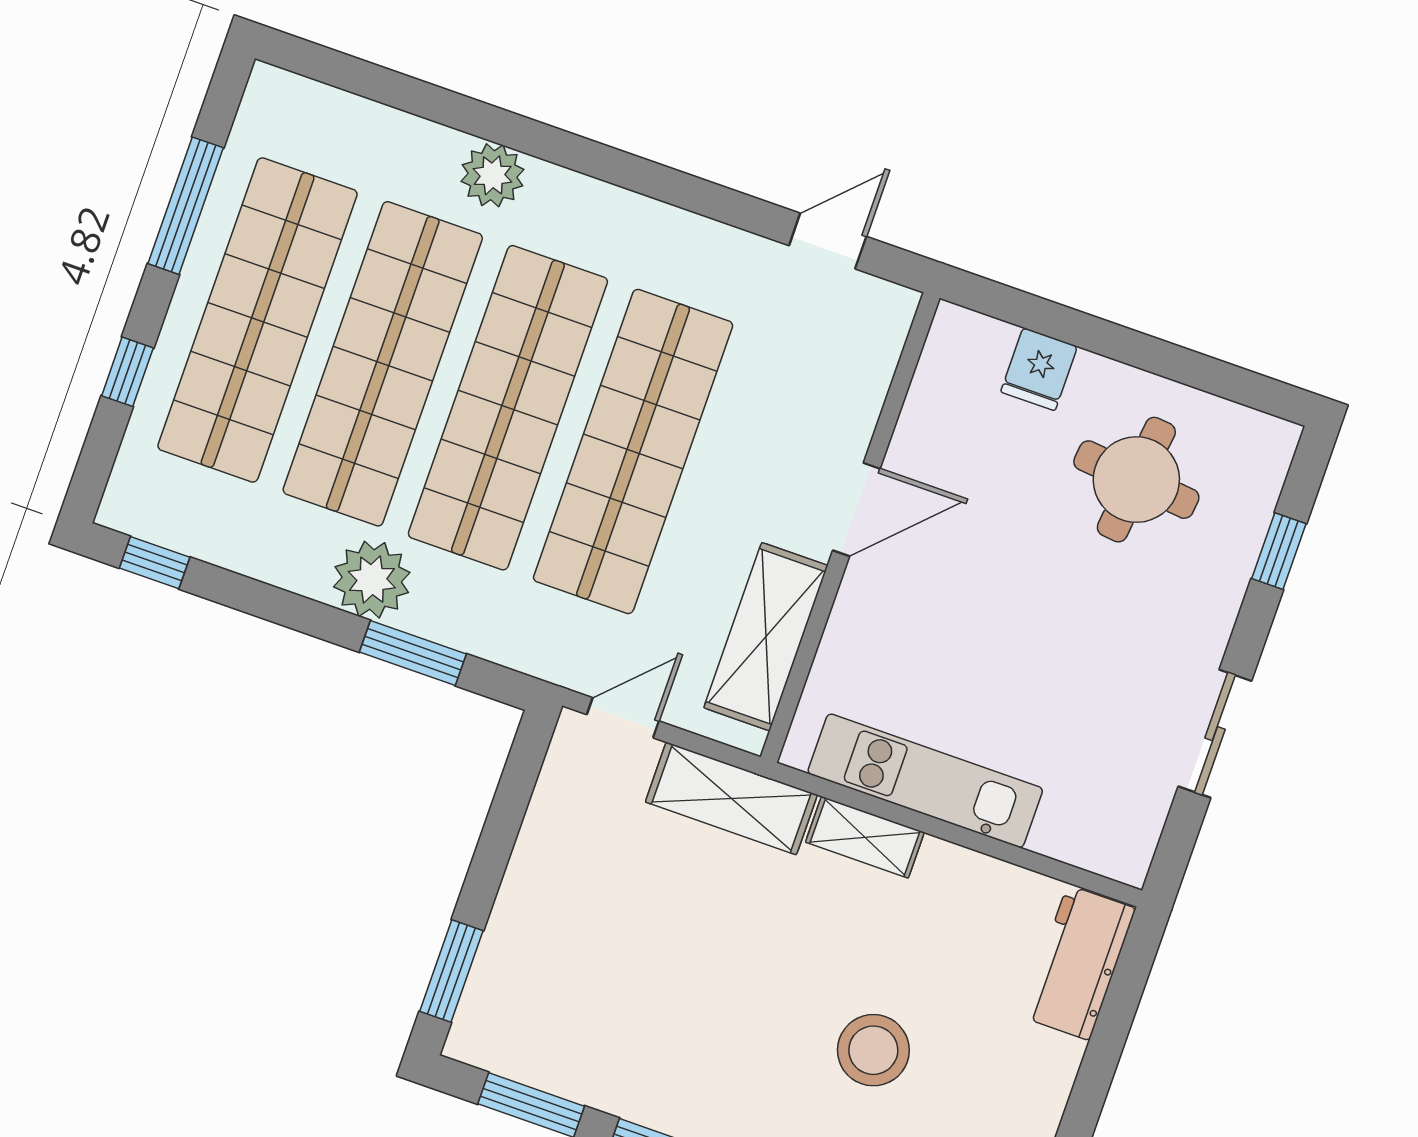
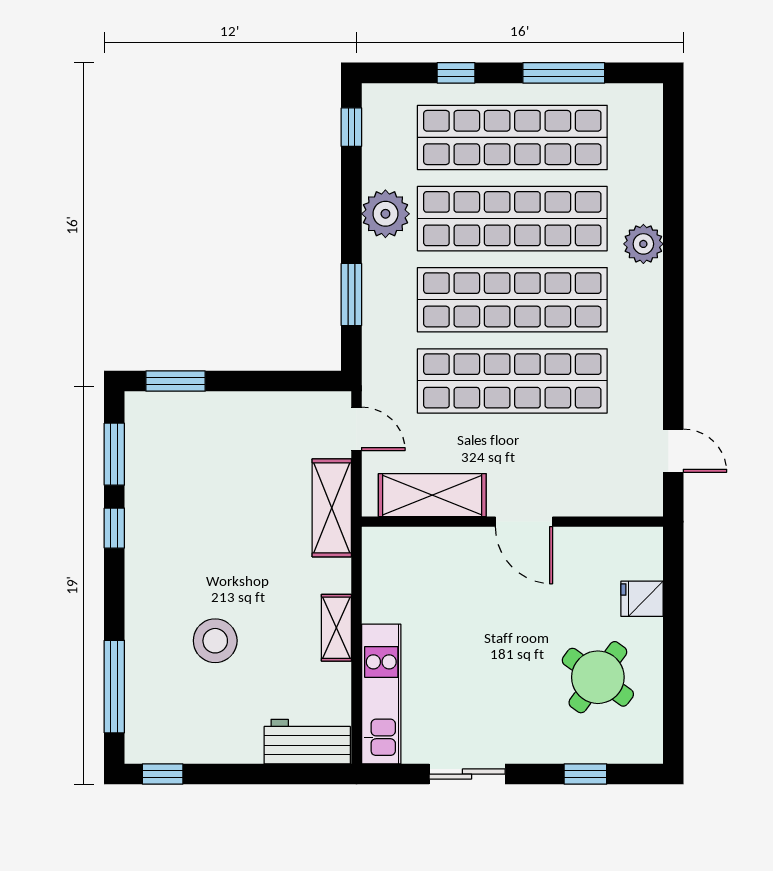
round table: (1136, 480) -> (598, 677), turned 30
plant: (372, 580) -> (385, 214), moved
kitchen unit: (925, 781) -> (381, 694), moved
shelving: (865, 837) -> (336, 628), moved

